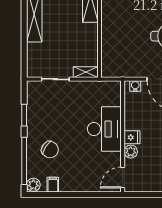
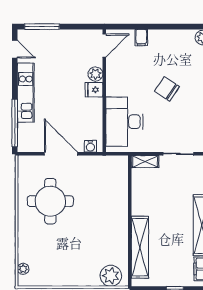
desk: (104, 129) -> (124, 122), moved
chair: (50, 150) -> (167, 89), moved
filing cabinet: (53, 185) -> (141, 38), moved

